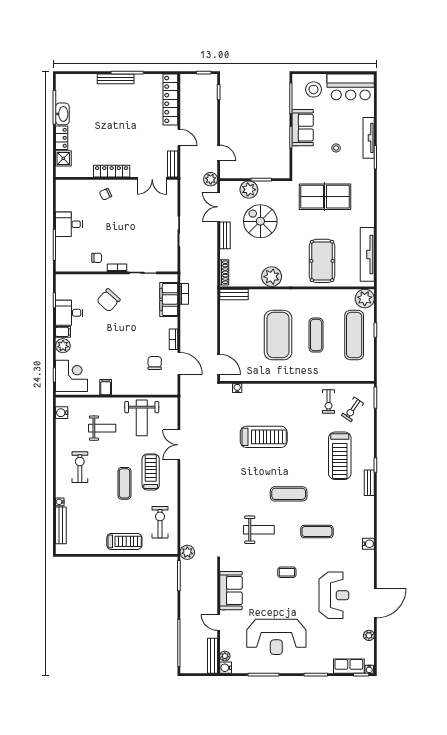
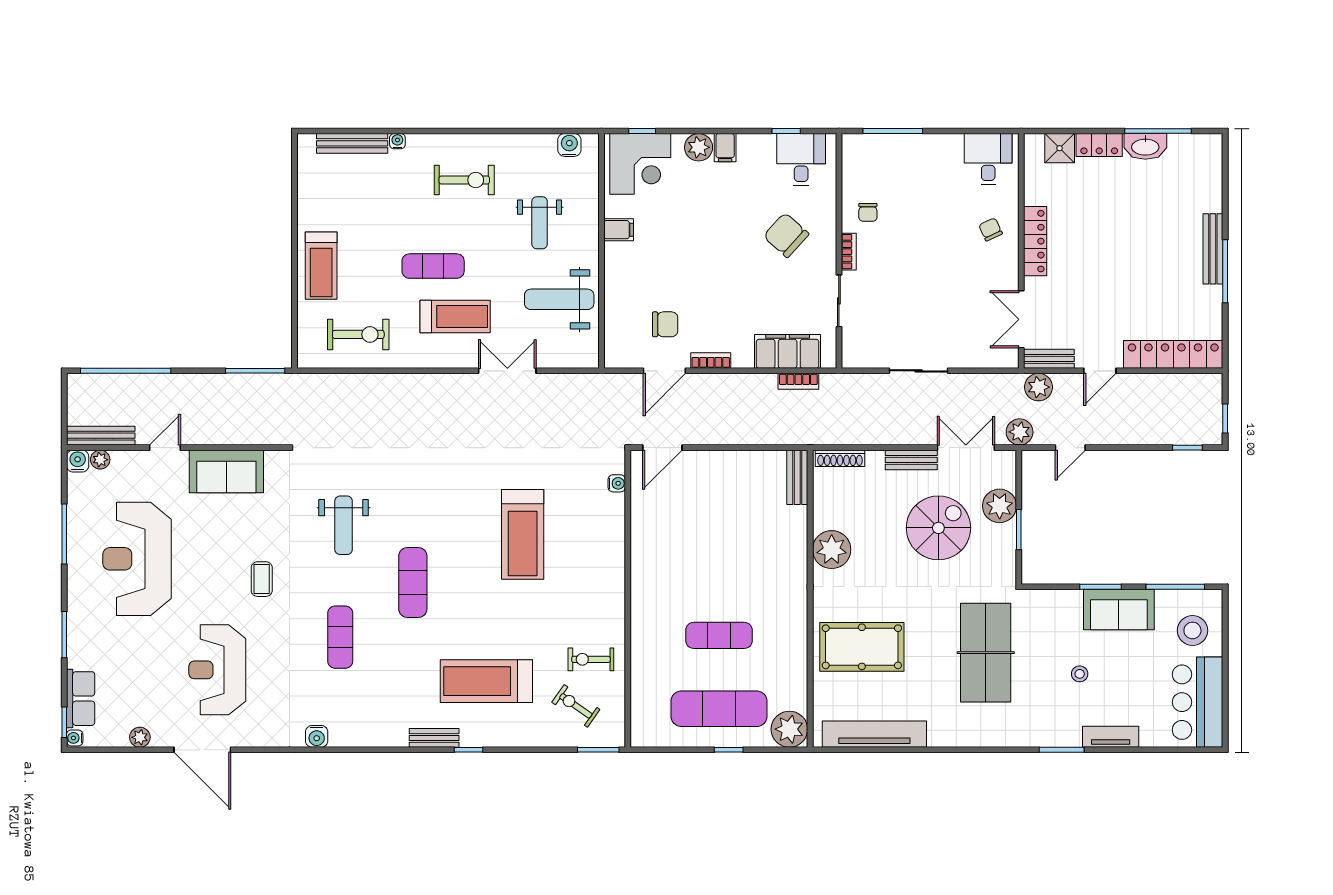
tv unit: (369, 138) -> (1111, 737), width x0.71
desk: (69, 224) -> (988, 159), moved
desk: (69, 313) -> (801, 160), moved
exercise mat: (278, 335) -> (719, 562), removed
plant: (187, 552) -> (1039, 387), moved
reception desk: (334, 595) -> (217, 670), turned 90

